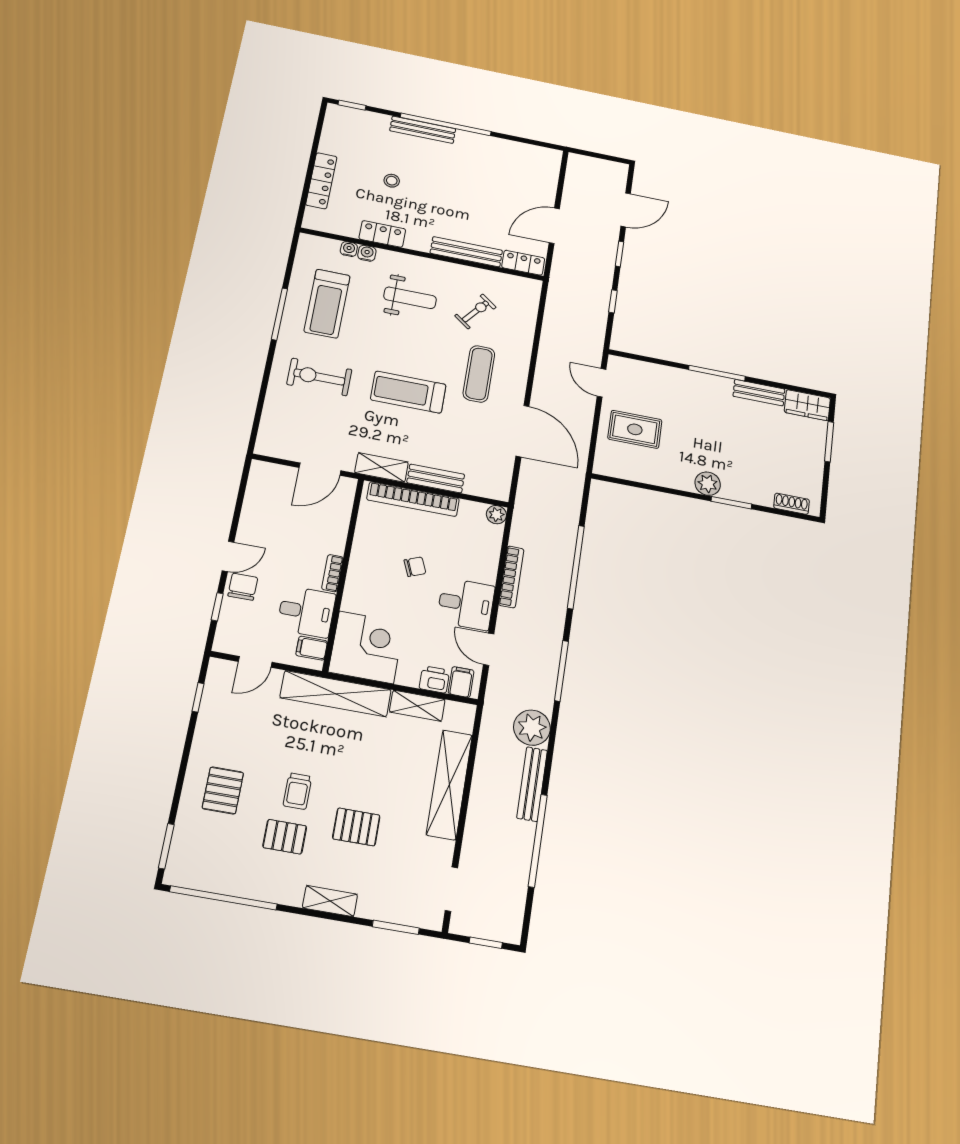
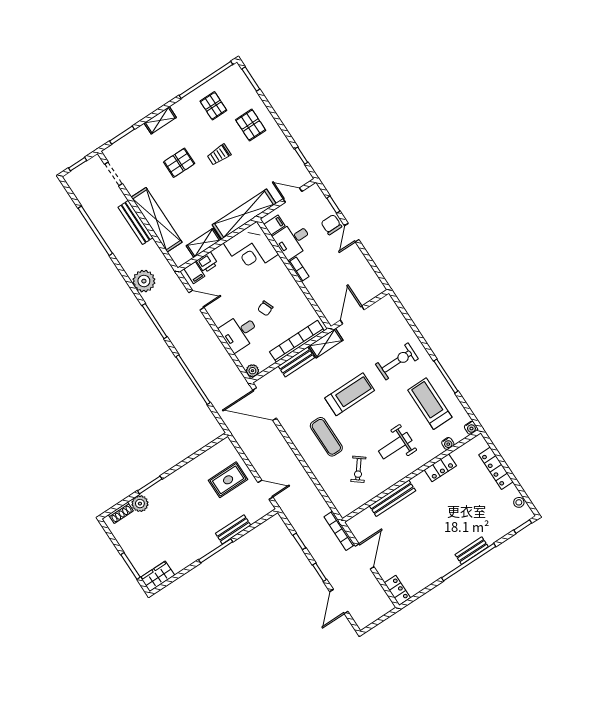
bench: (423, 130) -> (472, 551), width x0.73
stool: (392, 181) -> (519, 502), moved
water cooler: (367, 253) -> (471, 428), moved
locker: (523, 263) -> (397, 590), moved, turned -90
bench: (759, 393) -> (233, 529), moved
door: (522, 431) -> (265, 404), moved
plant: (708, 484) -> (140, 504), moved
bookcase: (511, 577) -> (339, 531), moved
chair: (243, 587) -> (331, 225), turned 180
desk: (466, 604) -> (239, 332), moved
door: (255, 662) -> (292, 195), hinge flipped
bench: (532, 784) -> (136, 222), moved
trolley: (297, 791) -> (219, 155), turned -90
pallet: (285, 837) -> (213, 106), moved, turned 90

